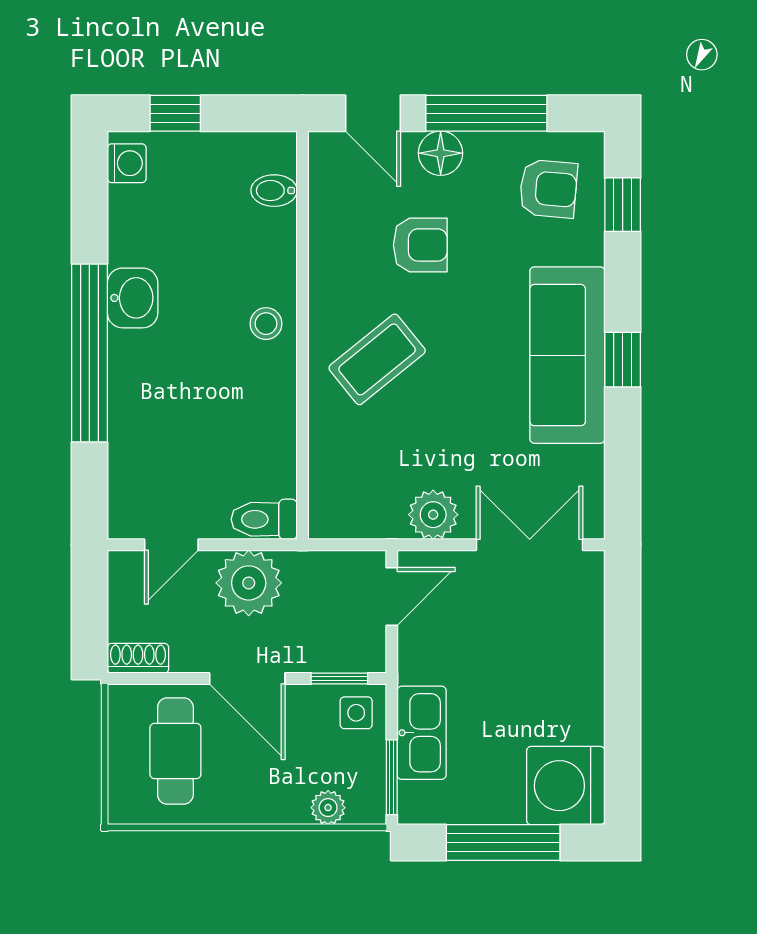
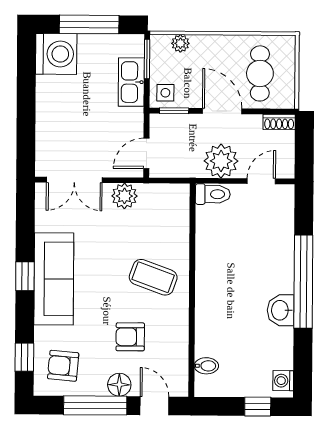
stool: (266, 324) -> (211, 296), removed
coffee table: (377, 359) -> (153, 277), turned 59

